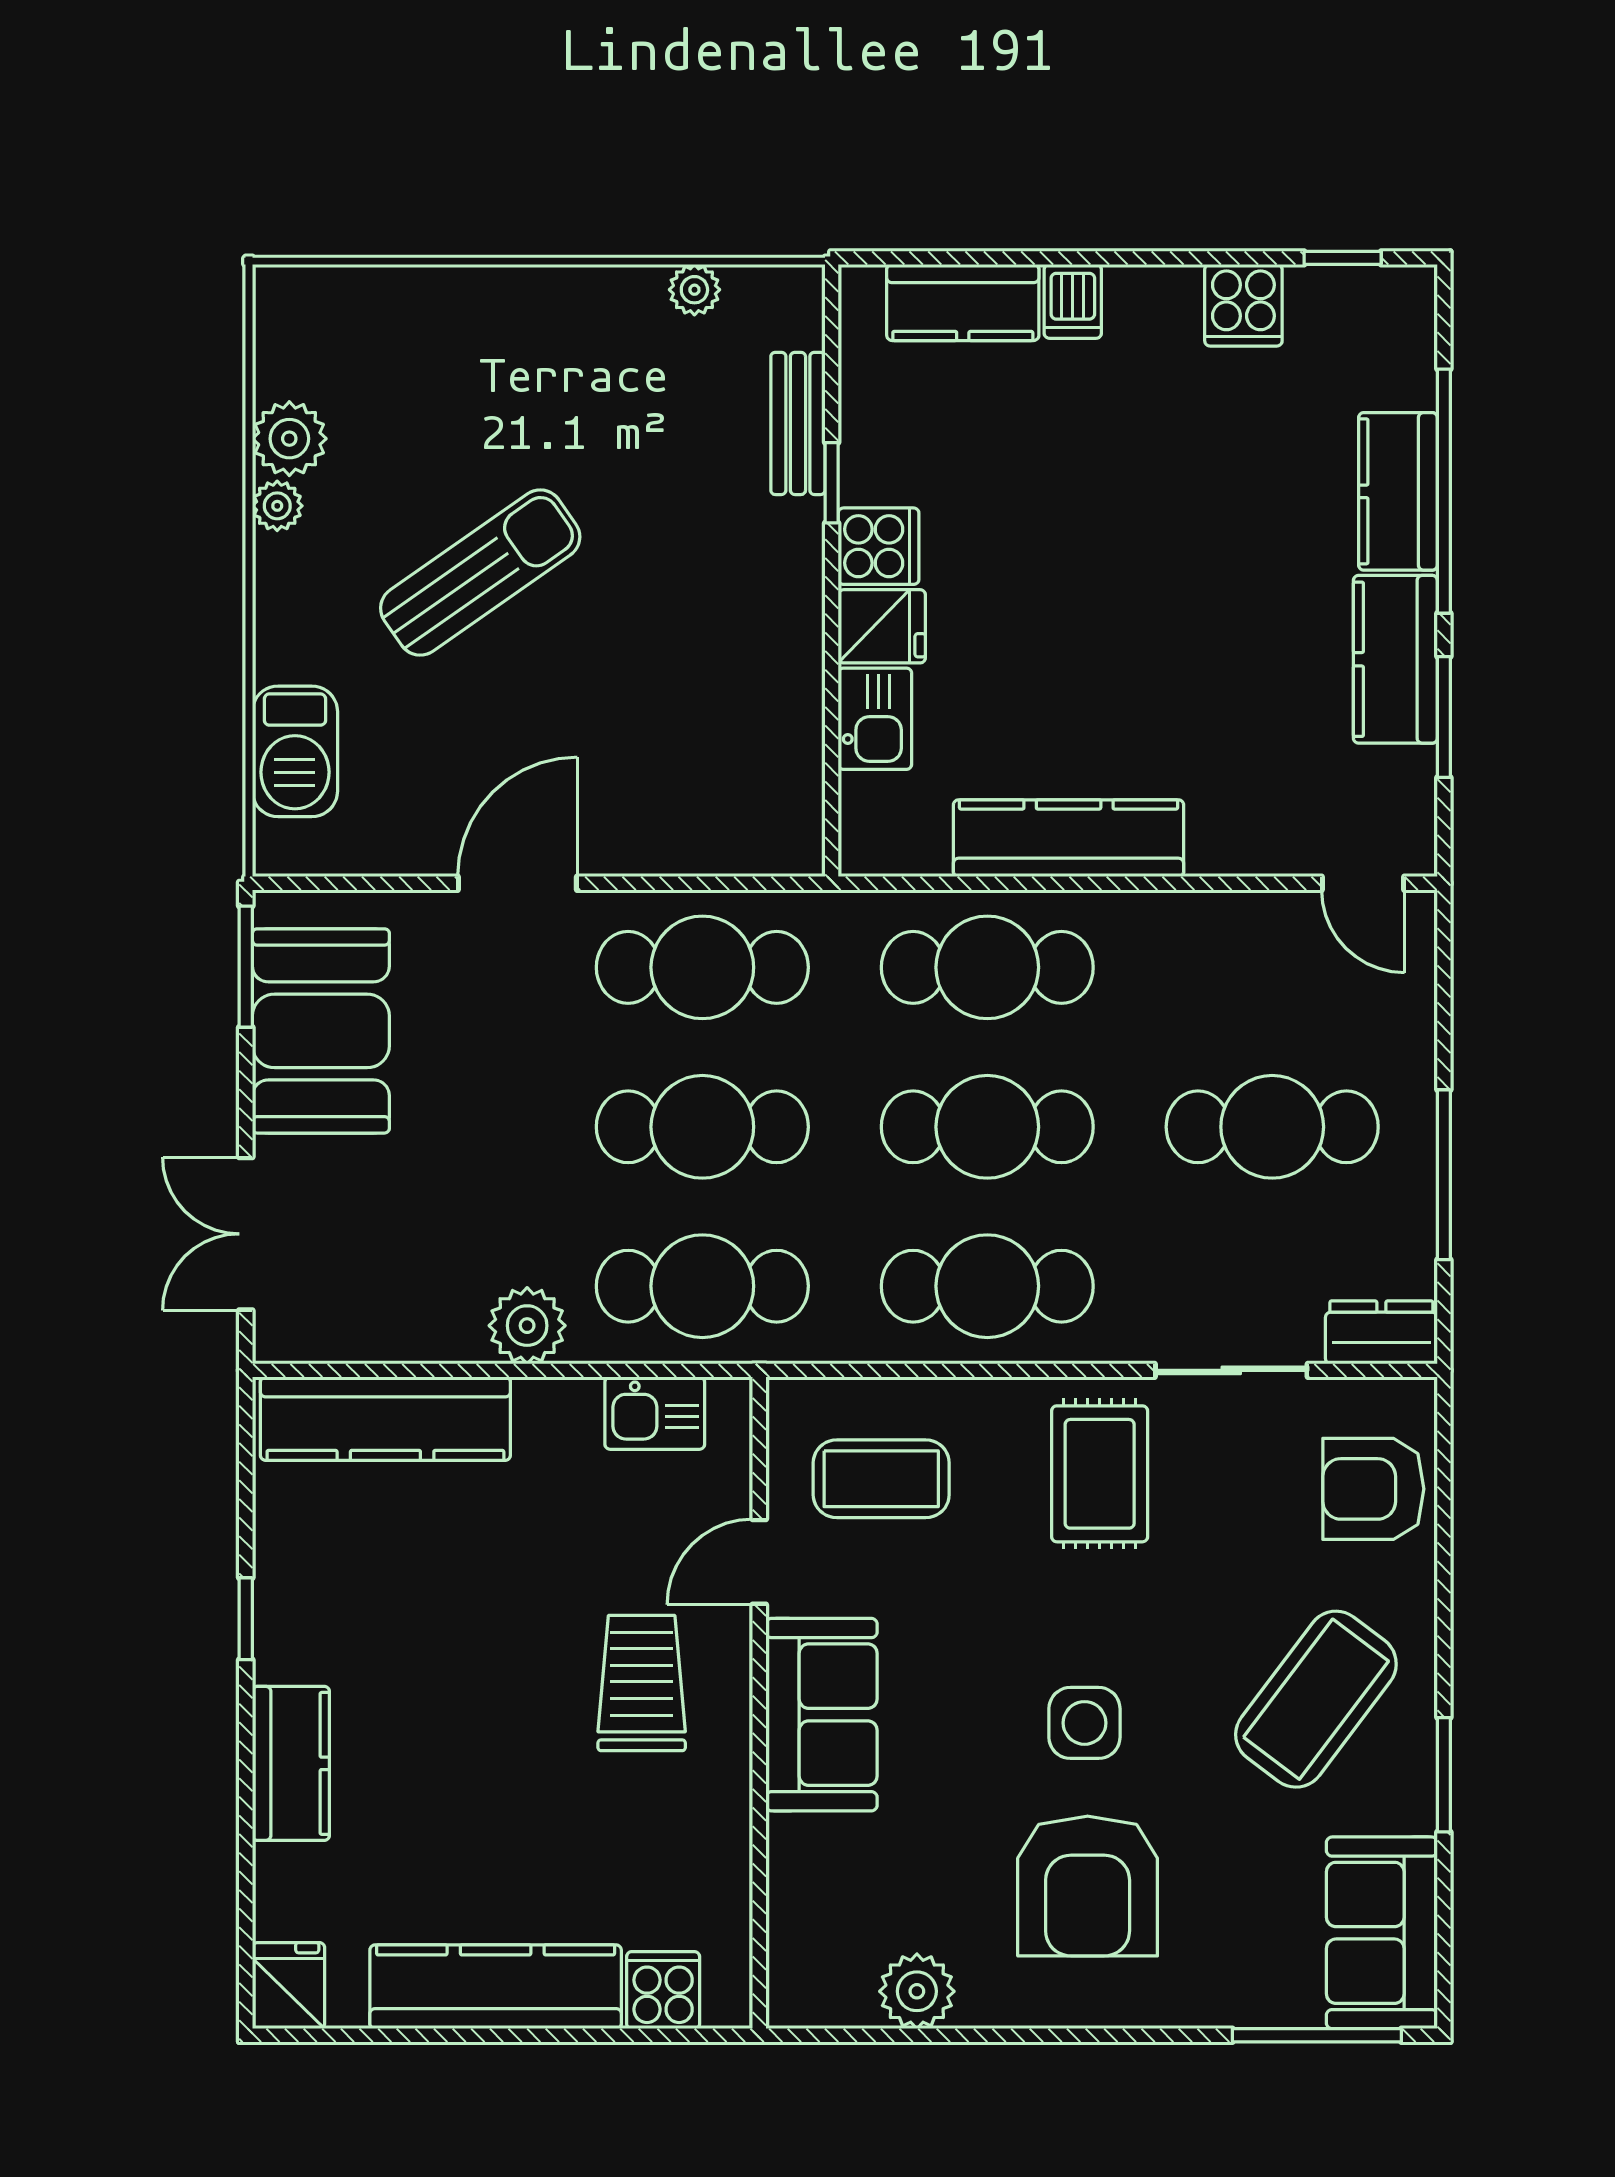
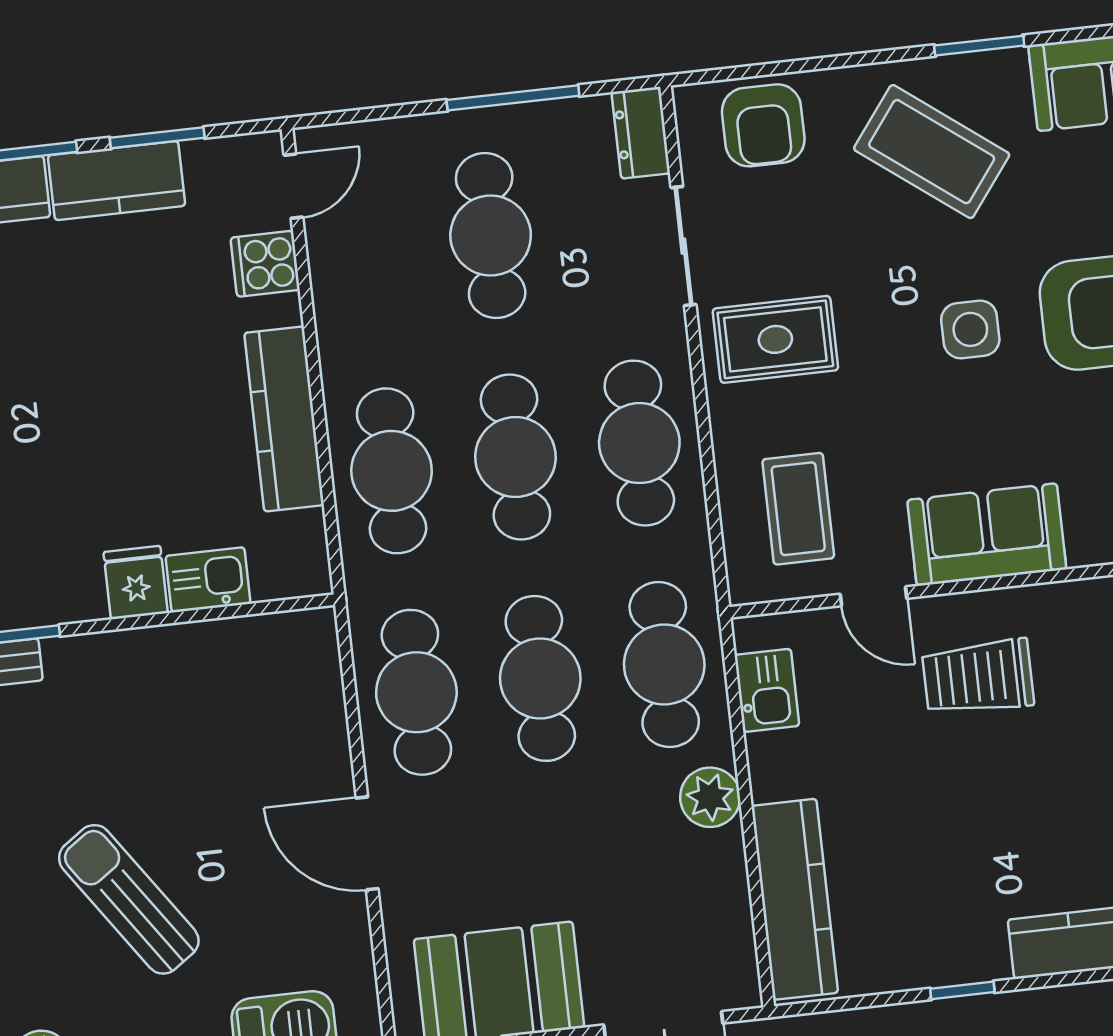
cooker: (879, 546) -> (265, 264), moved, turned -90

